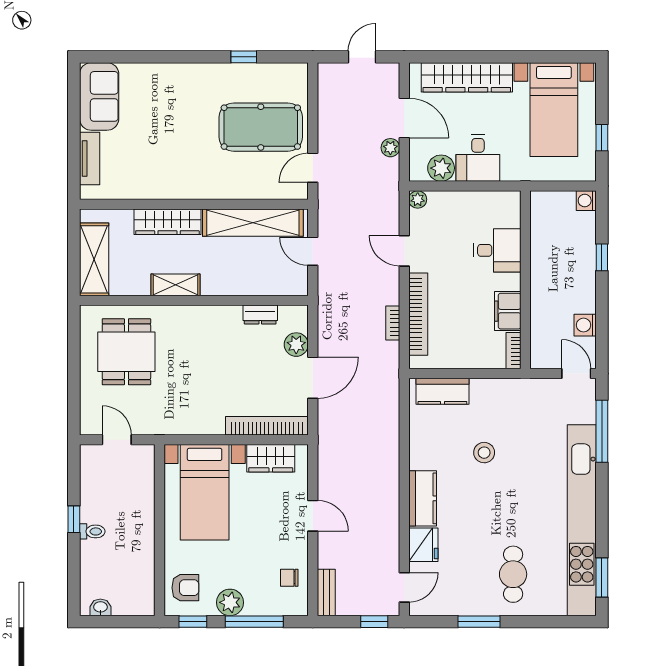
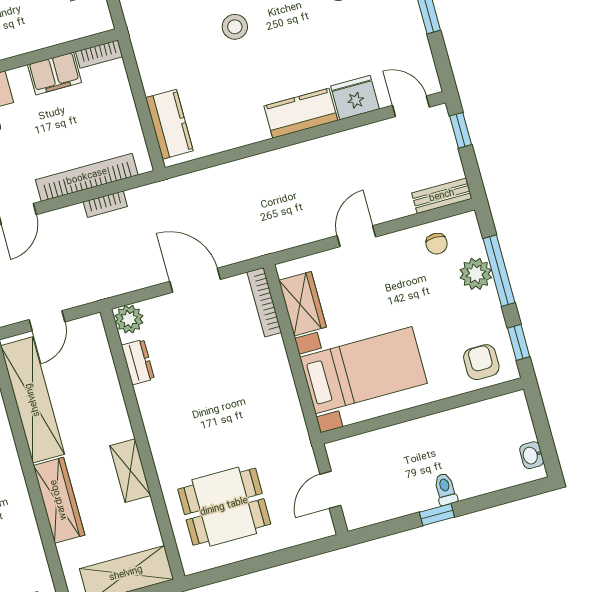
plant: (296, 345) -> (129, 319), moved
bookcase: (267, 426) -> (264, 302), width x0.68, depth x0.76
stool: (484, 453) -> (235, 27), moved
plant: (230, 602) -> (476, 274), moved

